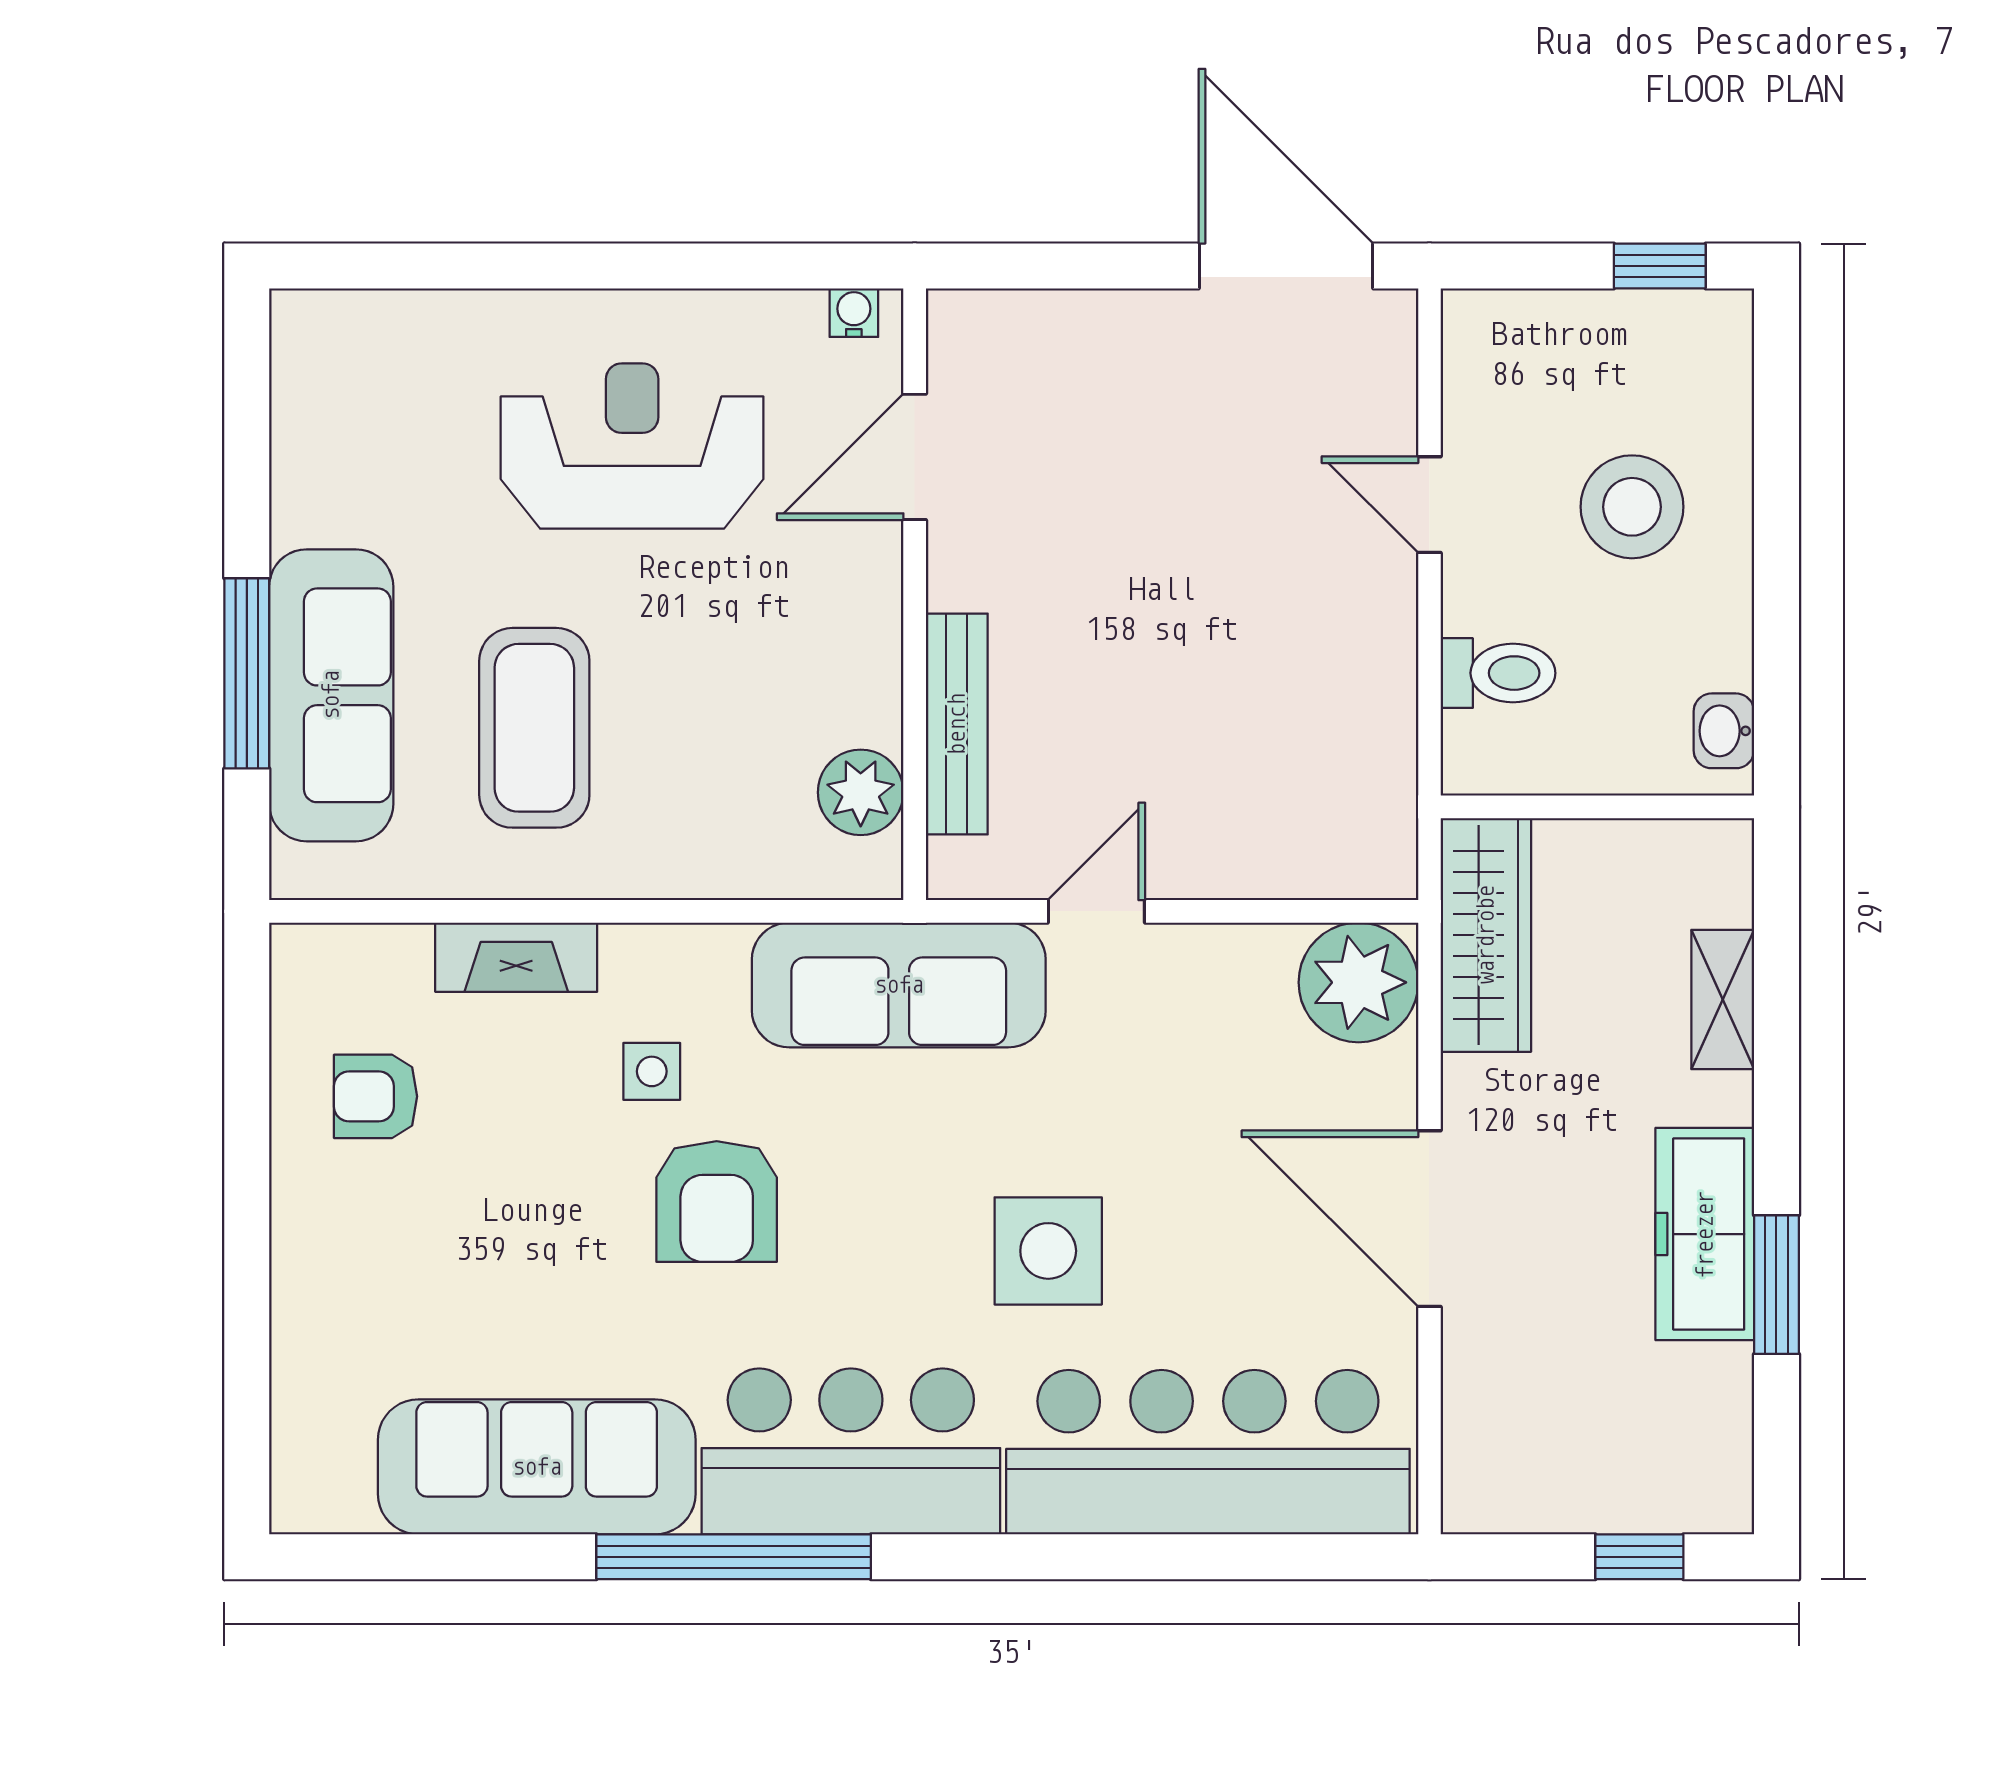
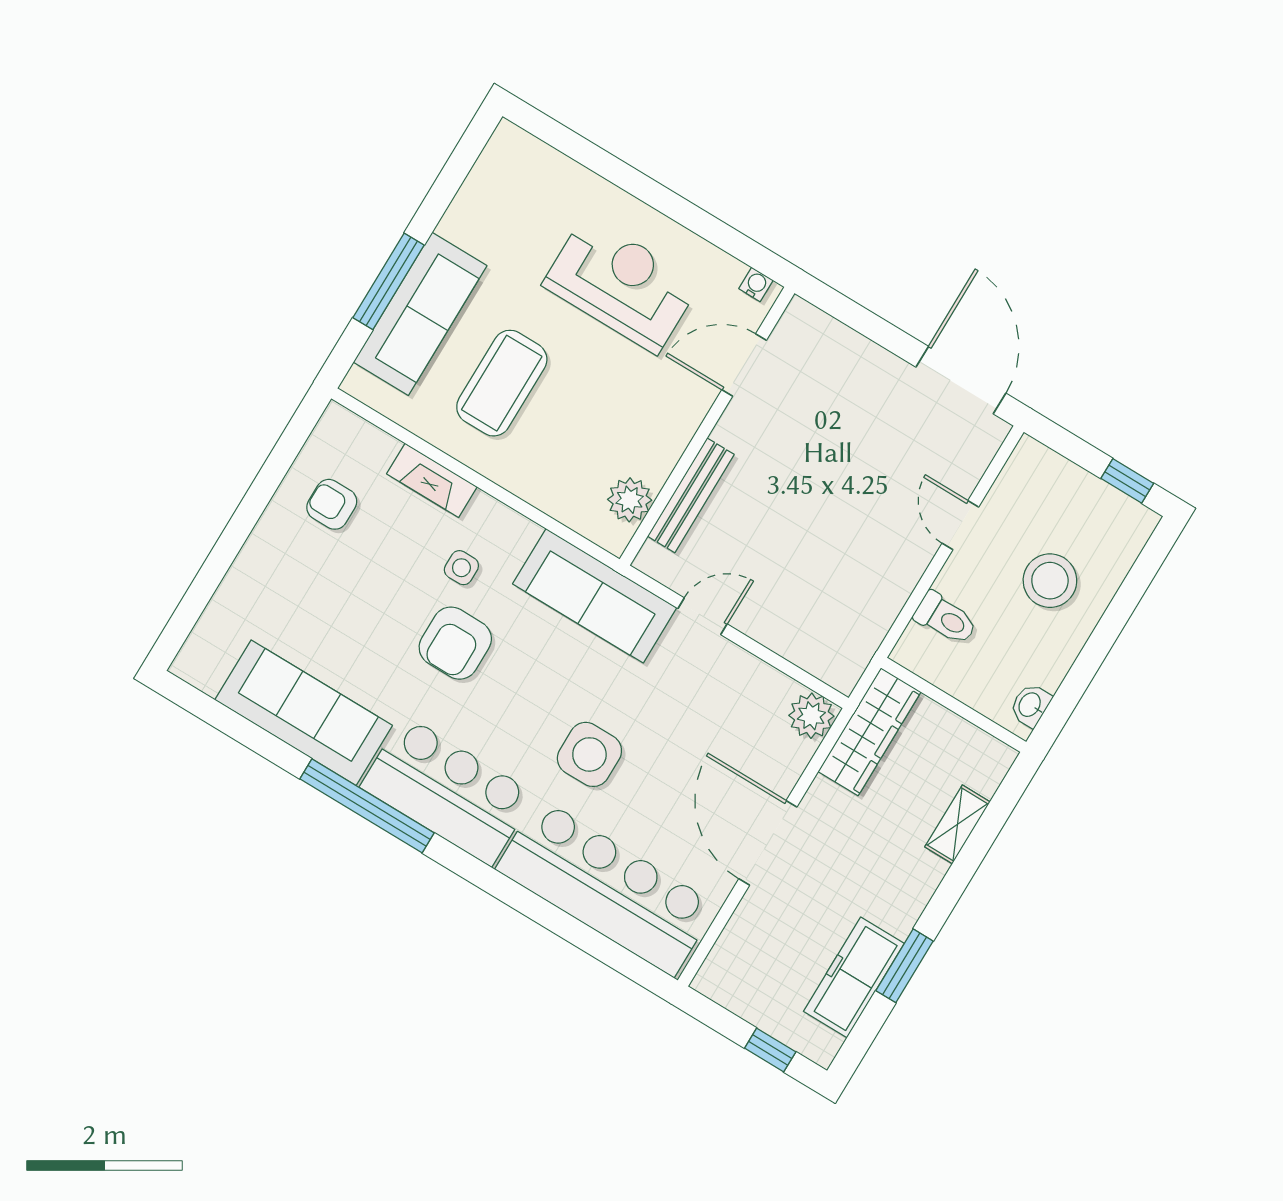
plant: (1358, 982) -> (811, 716), width x0.73, depth x0.73
freezer: (1705, 1234) -> (854, 977), moved

